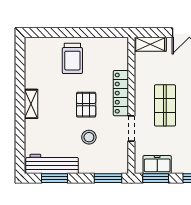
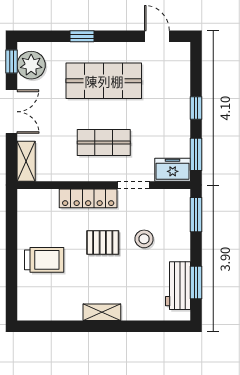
workbench: (52, 164) -> (178, 286), width x0.73
freezer: (157, 165) -> (173, 170), moved, turned 90

